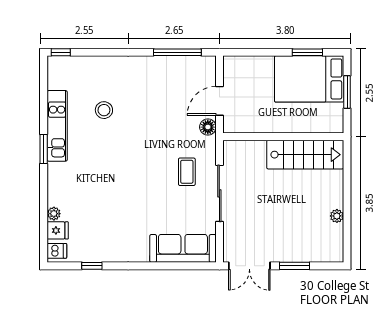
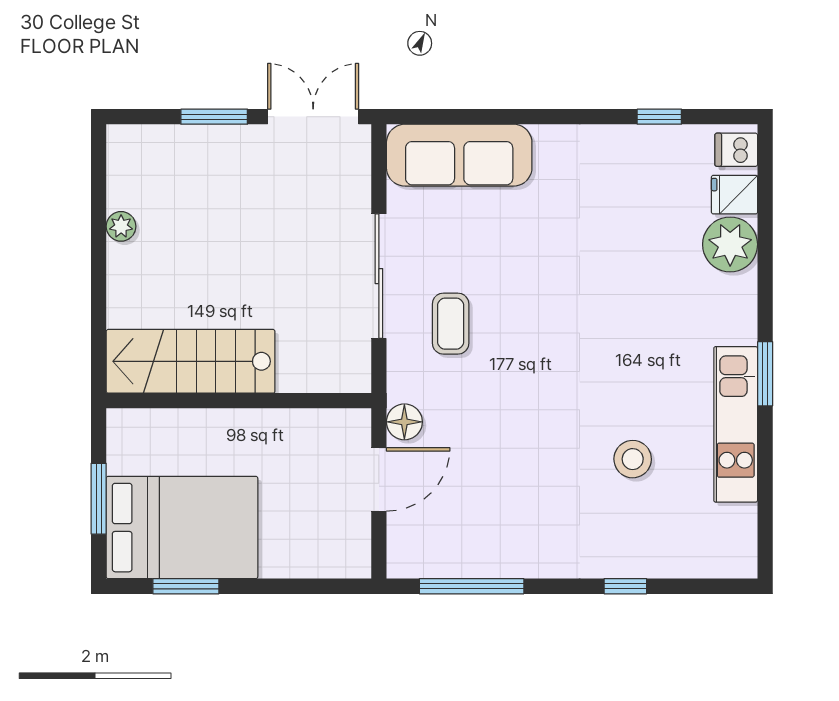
window: (61, 52) -> (625, 586), moved
plant: (54, 214) -> (730, 244), width x1.88, depth x1.88

